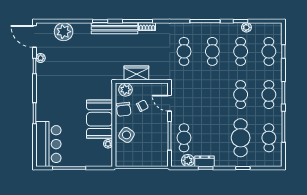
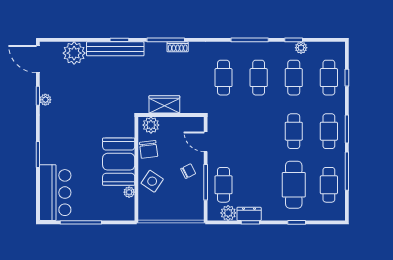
bench: (115, 28) -> (115, 49), moved
plant: (41, 58) -> (45, 100), moved
chair: (142, 106) -> (188, 171), moved

